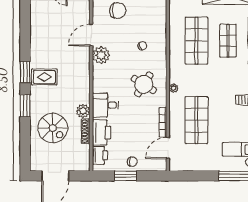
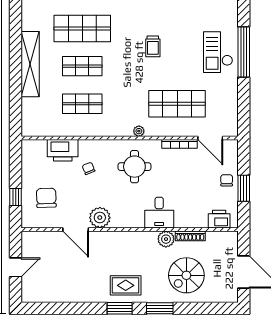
shop shelf: (196, 41) -> (82, 104), width x0.70, depth x0.74
rug: (44, 77) -> (126, 285), turned 90
round table: (144, 84) -> (134, 167), turned -32
spiral stairs: (53, 128) -> (186, 275), turned 180
printer: (101, 133) -> (63, 150), moved, turned 180

